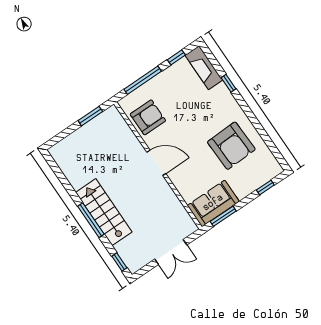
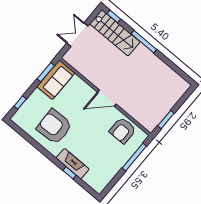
window: (176, 57) -> (114, 181), removed
fireplace: (204, 68) -> (73, 164), moved
stairs: (104, 212) -> (115, 33), moved

